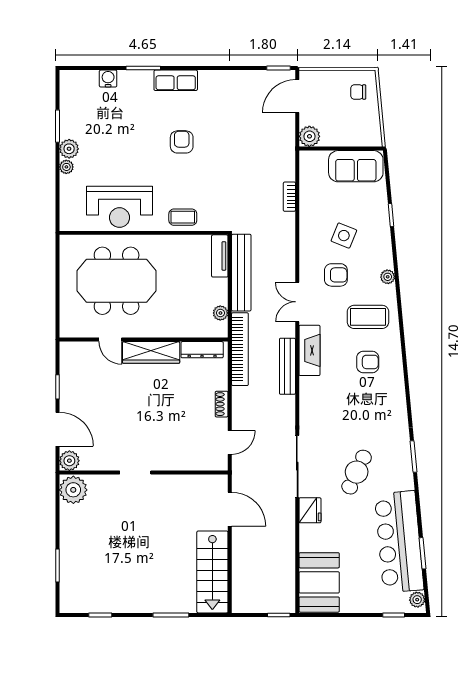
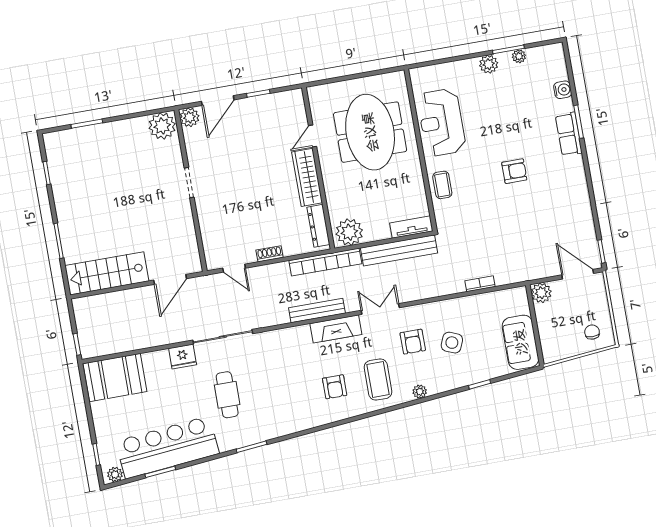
row of seats: (176, 80) -> (569, 134), moved
plant: (66, 167) -> (519, 56), moved
plant: (220, 313) -> (349, 232), width x1.88, depth x1.88
cafe table: (357, 472) -> (227, 395), turned 65

